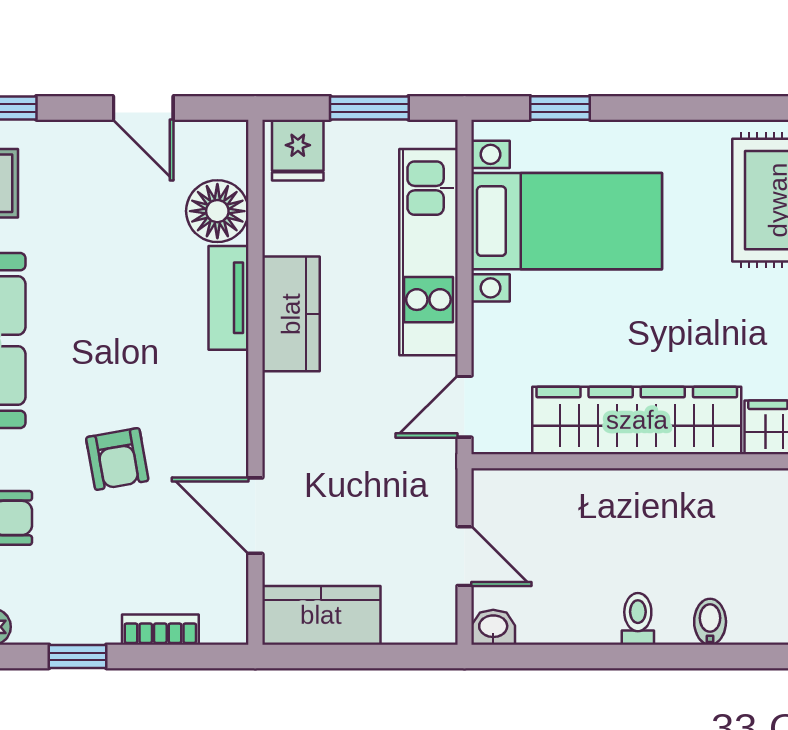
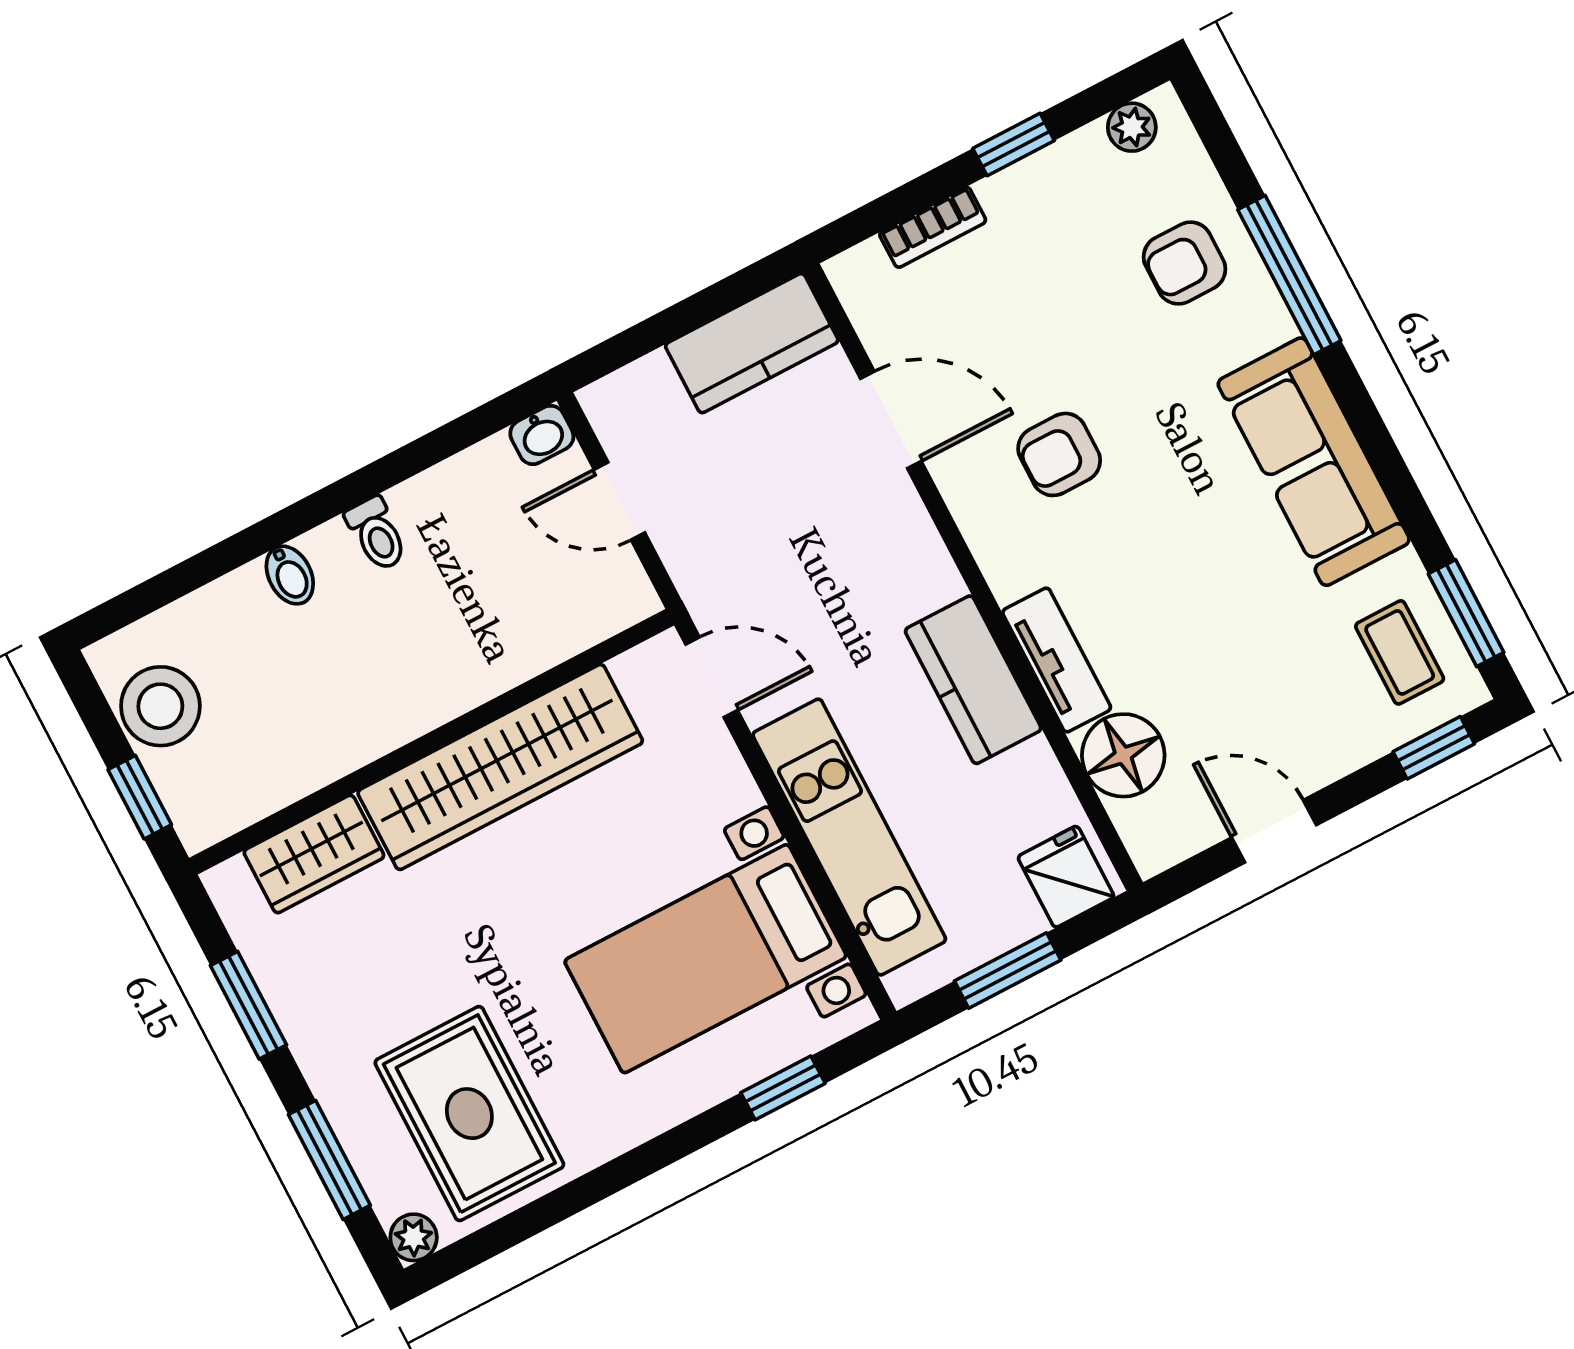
door: (464, 407) -> (712, 677), hinge flipped
armchair: (117, 459) -> (1059, 454), moved, turned -80

